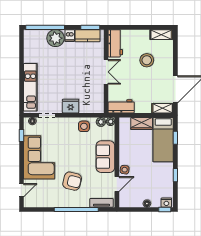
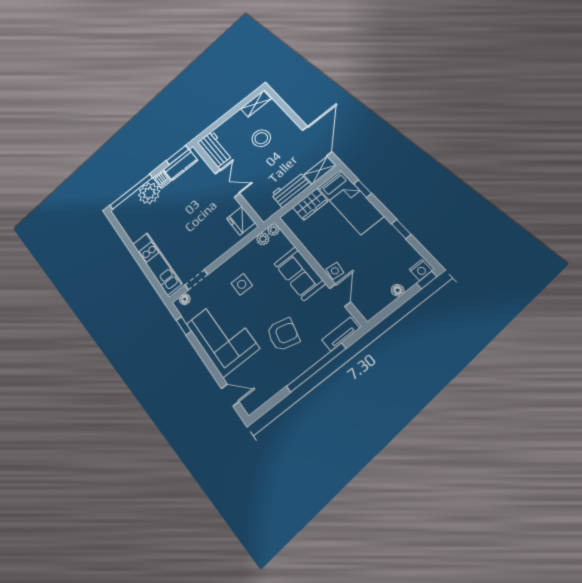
fridge: (71, 106) -> (241, 221), moved, turned -90
workbench: (121, 106) -> (291, 190), moved
side table: (84, 126) -> (242, 284), moved
door: (21, 190) -> (230, 395), hinge flipped

